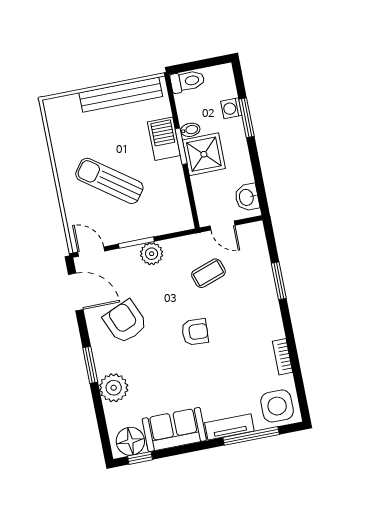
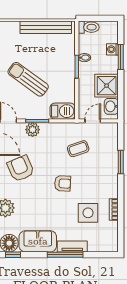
barbecue: (164, 139) -> (63, 111), moved, turned 90
shower: (204, 154) -> (107, 86), moved
door: (222, 226) -> (93, 121), swing flipped
plant: (152, 254) -> (33, 130), moved
side table: (277, 406) -> (88, 213), moved
window: (251, 436) -> (65, 255), moved

